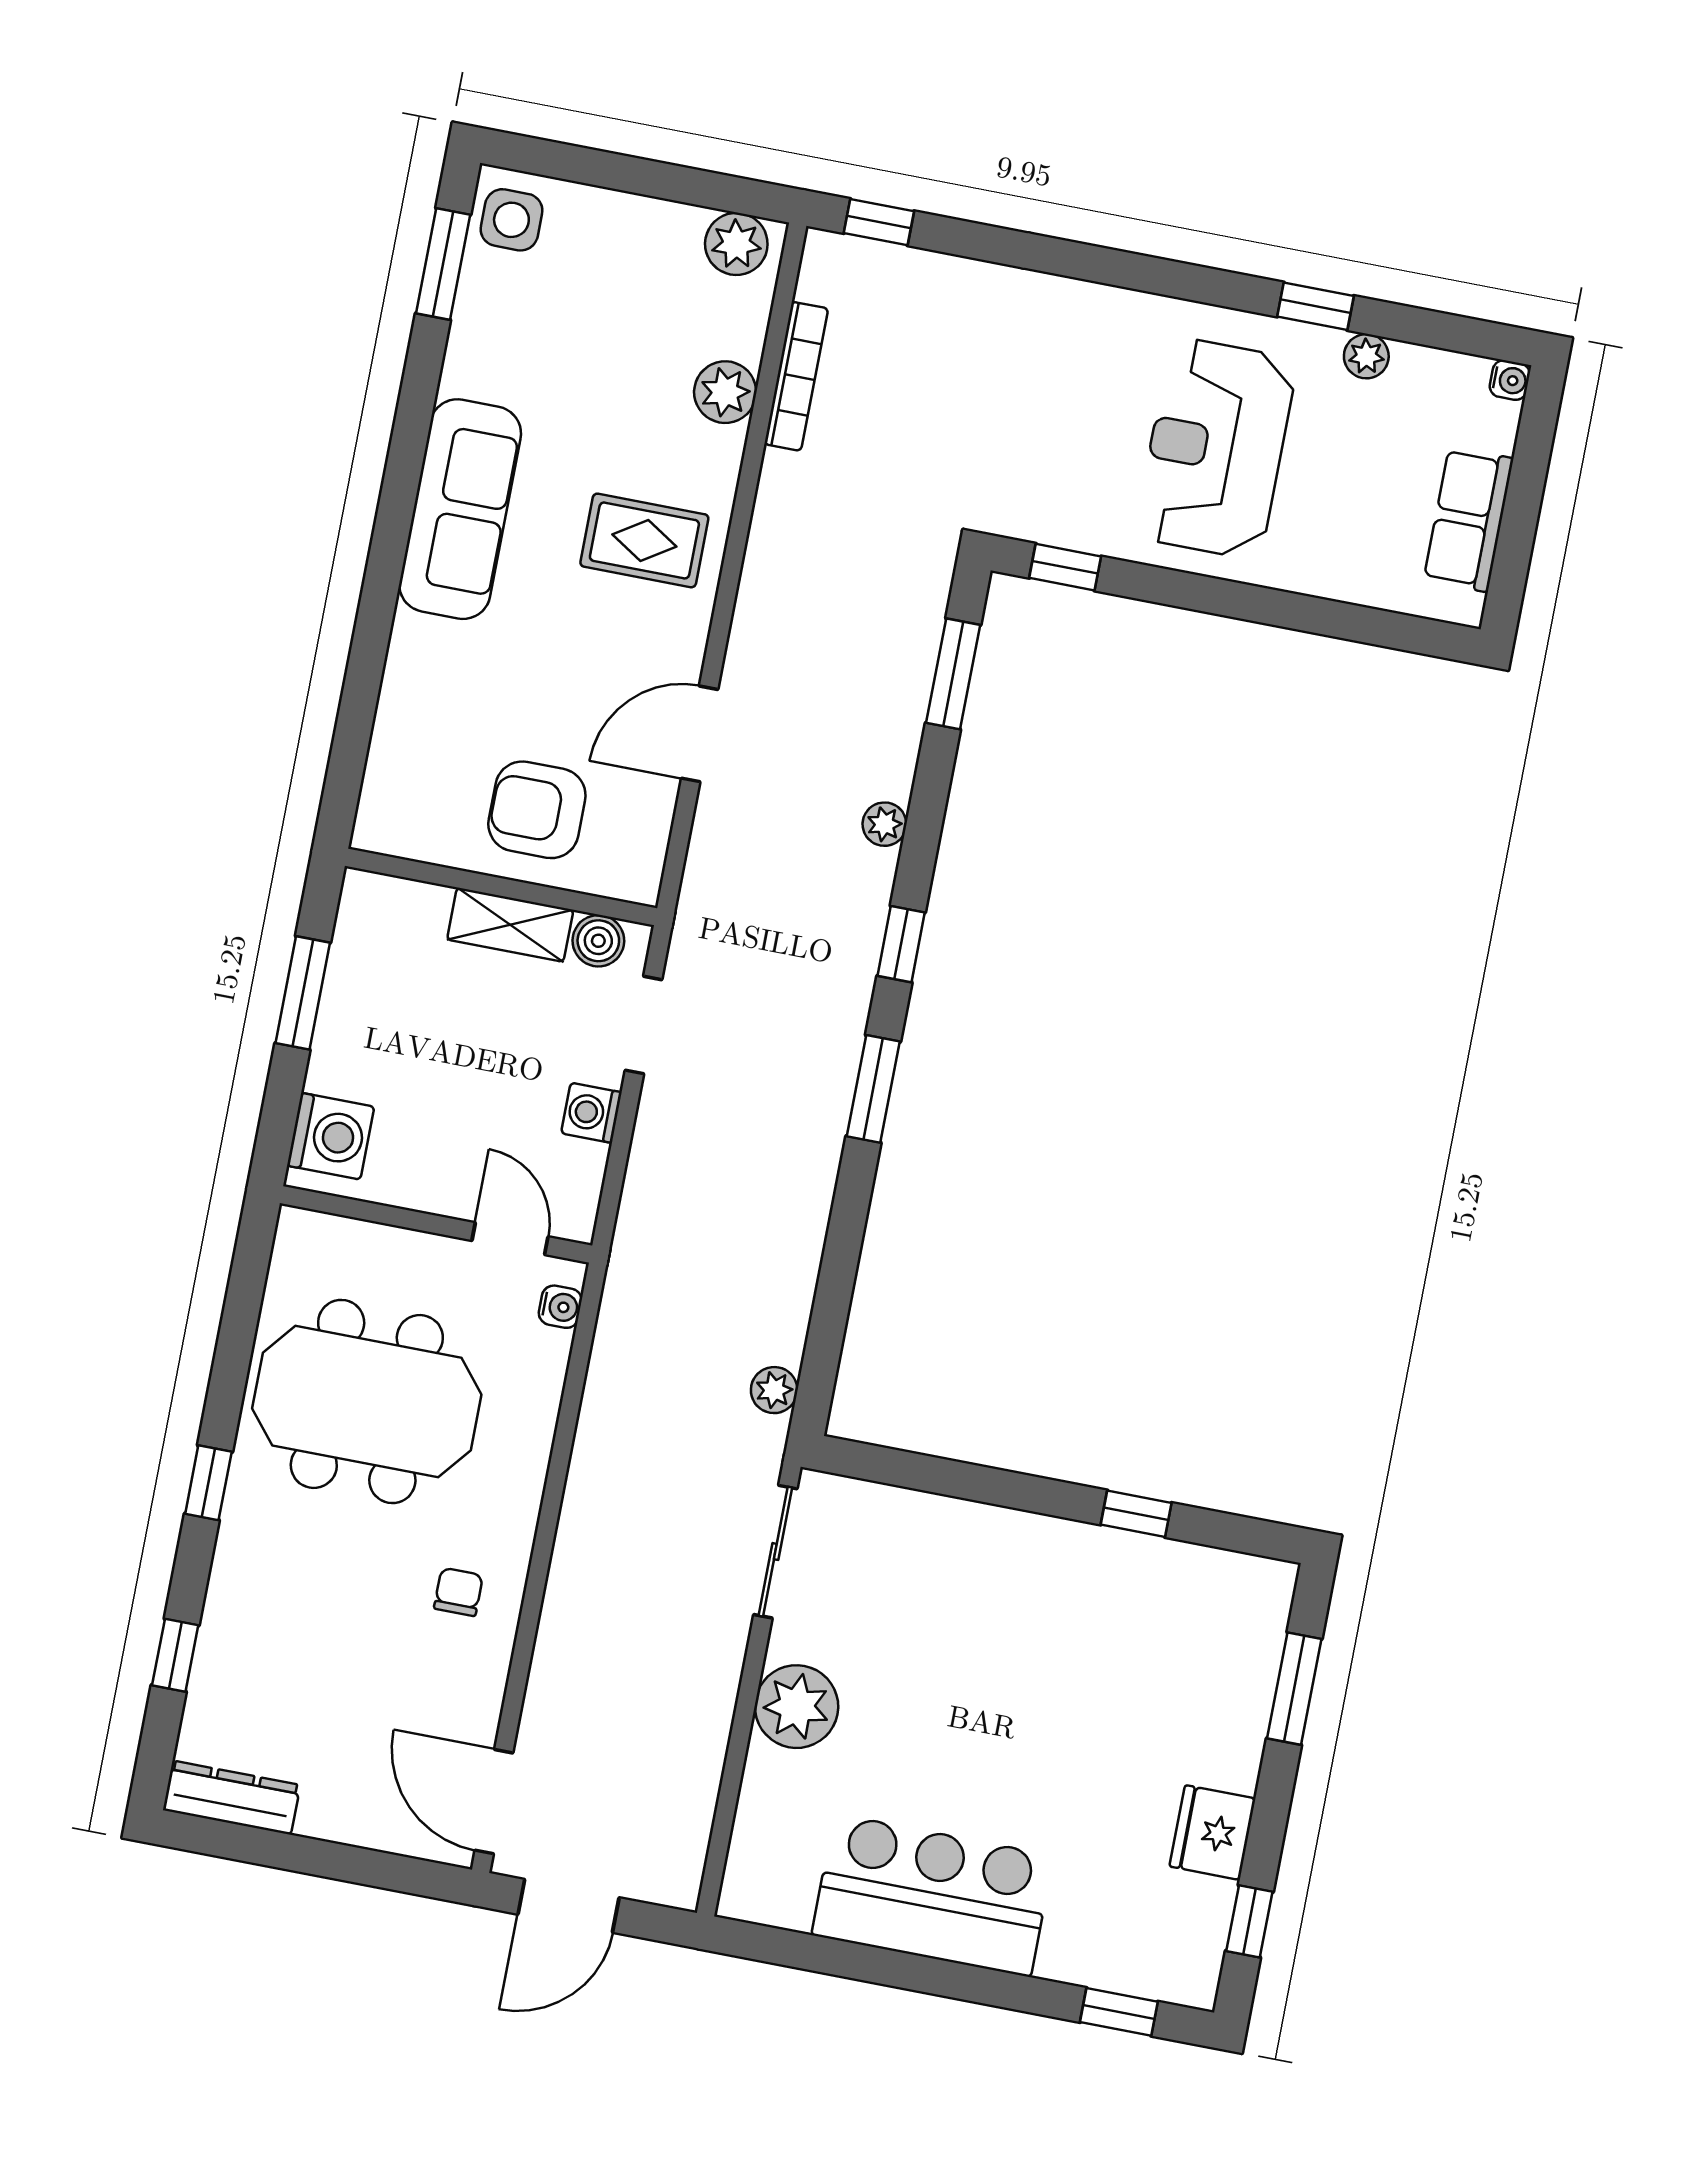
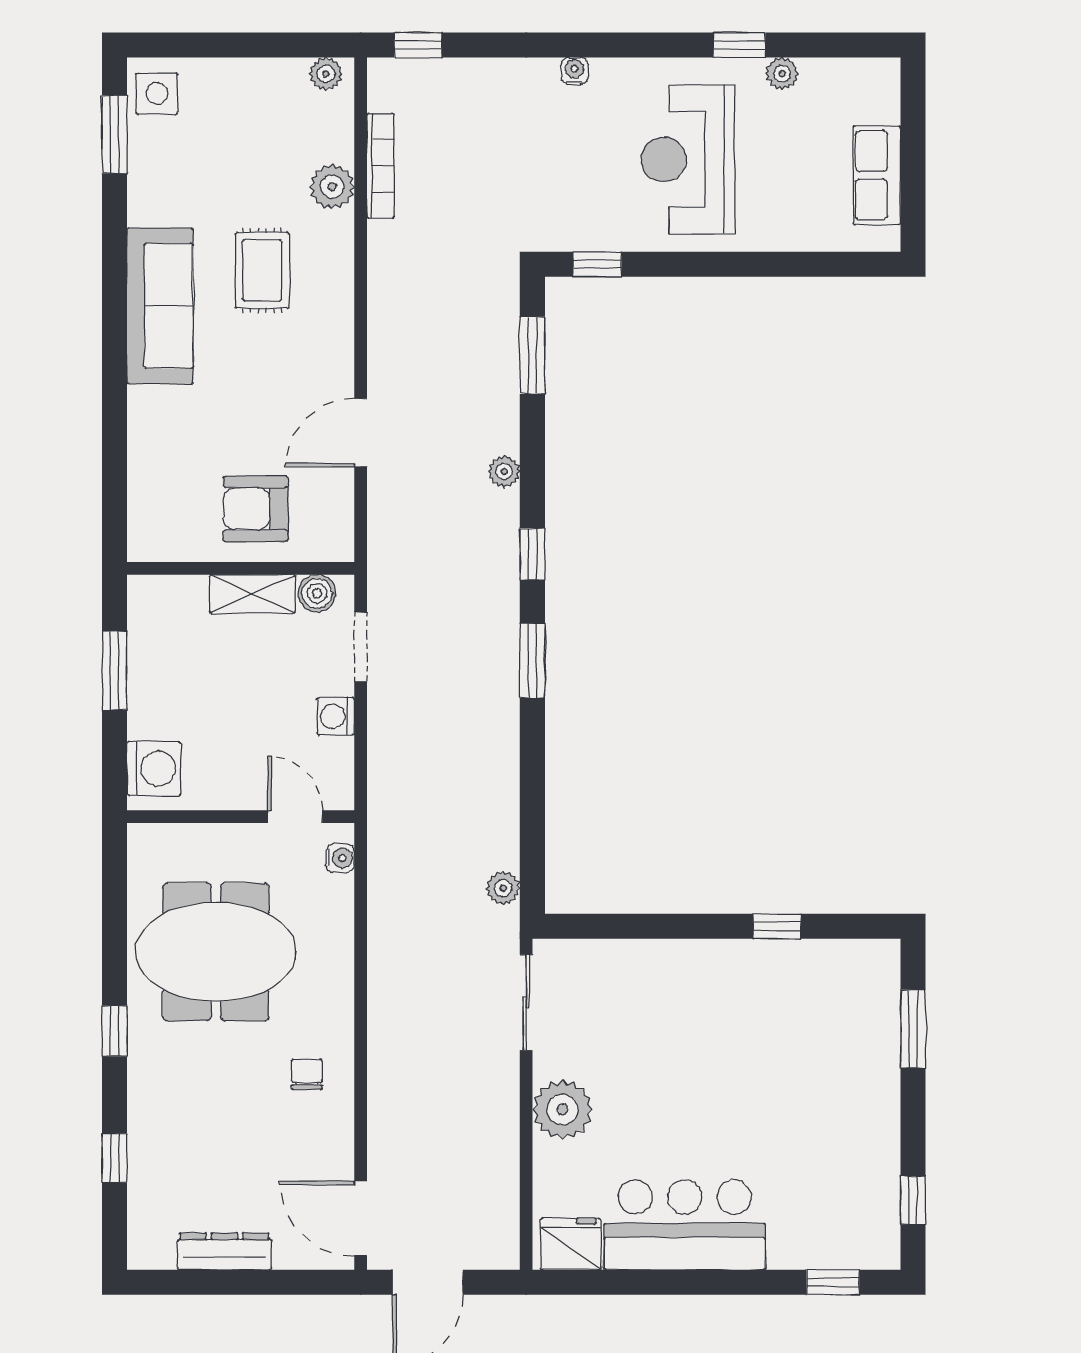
plant: (736, 244) -> (326, 74), width x0.73, depth x0.73
water cooler: (1510, 380) -> (574, 71), moved, turned -90
rug: (644, 540) -> (262, 270), moved, turned 90
dresser: (232, 1798) -> (224, 1251), moved
fridge: (1212, 1832) -> (571, 1244), moved, turned 90

